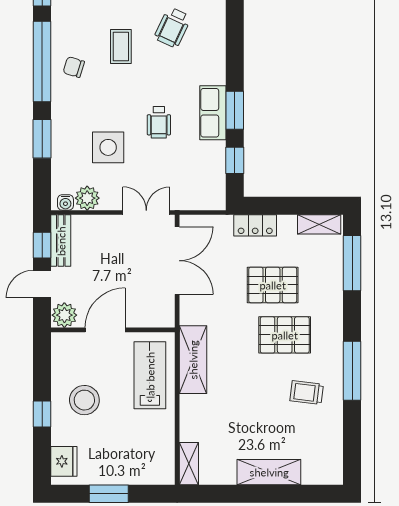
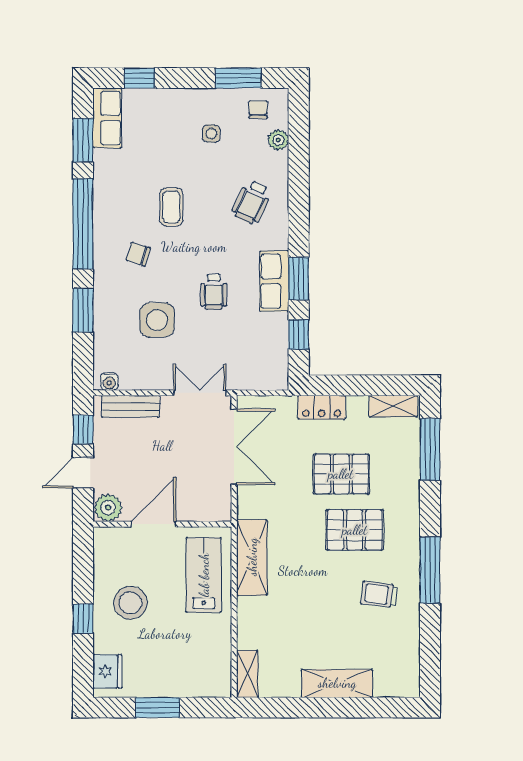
wheelchair: (173, 27) -> (252, 202), moved
chair: (74, 67) -> (138, 254), moved
plant: (87, 198) -> (134, 377), removed
bench: (61, 241) -> (131, 406), moved, turned 90

